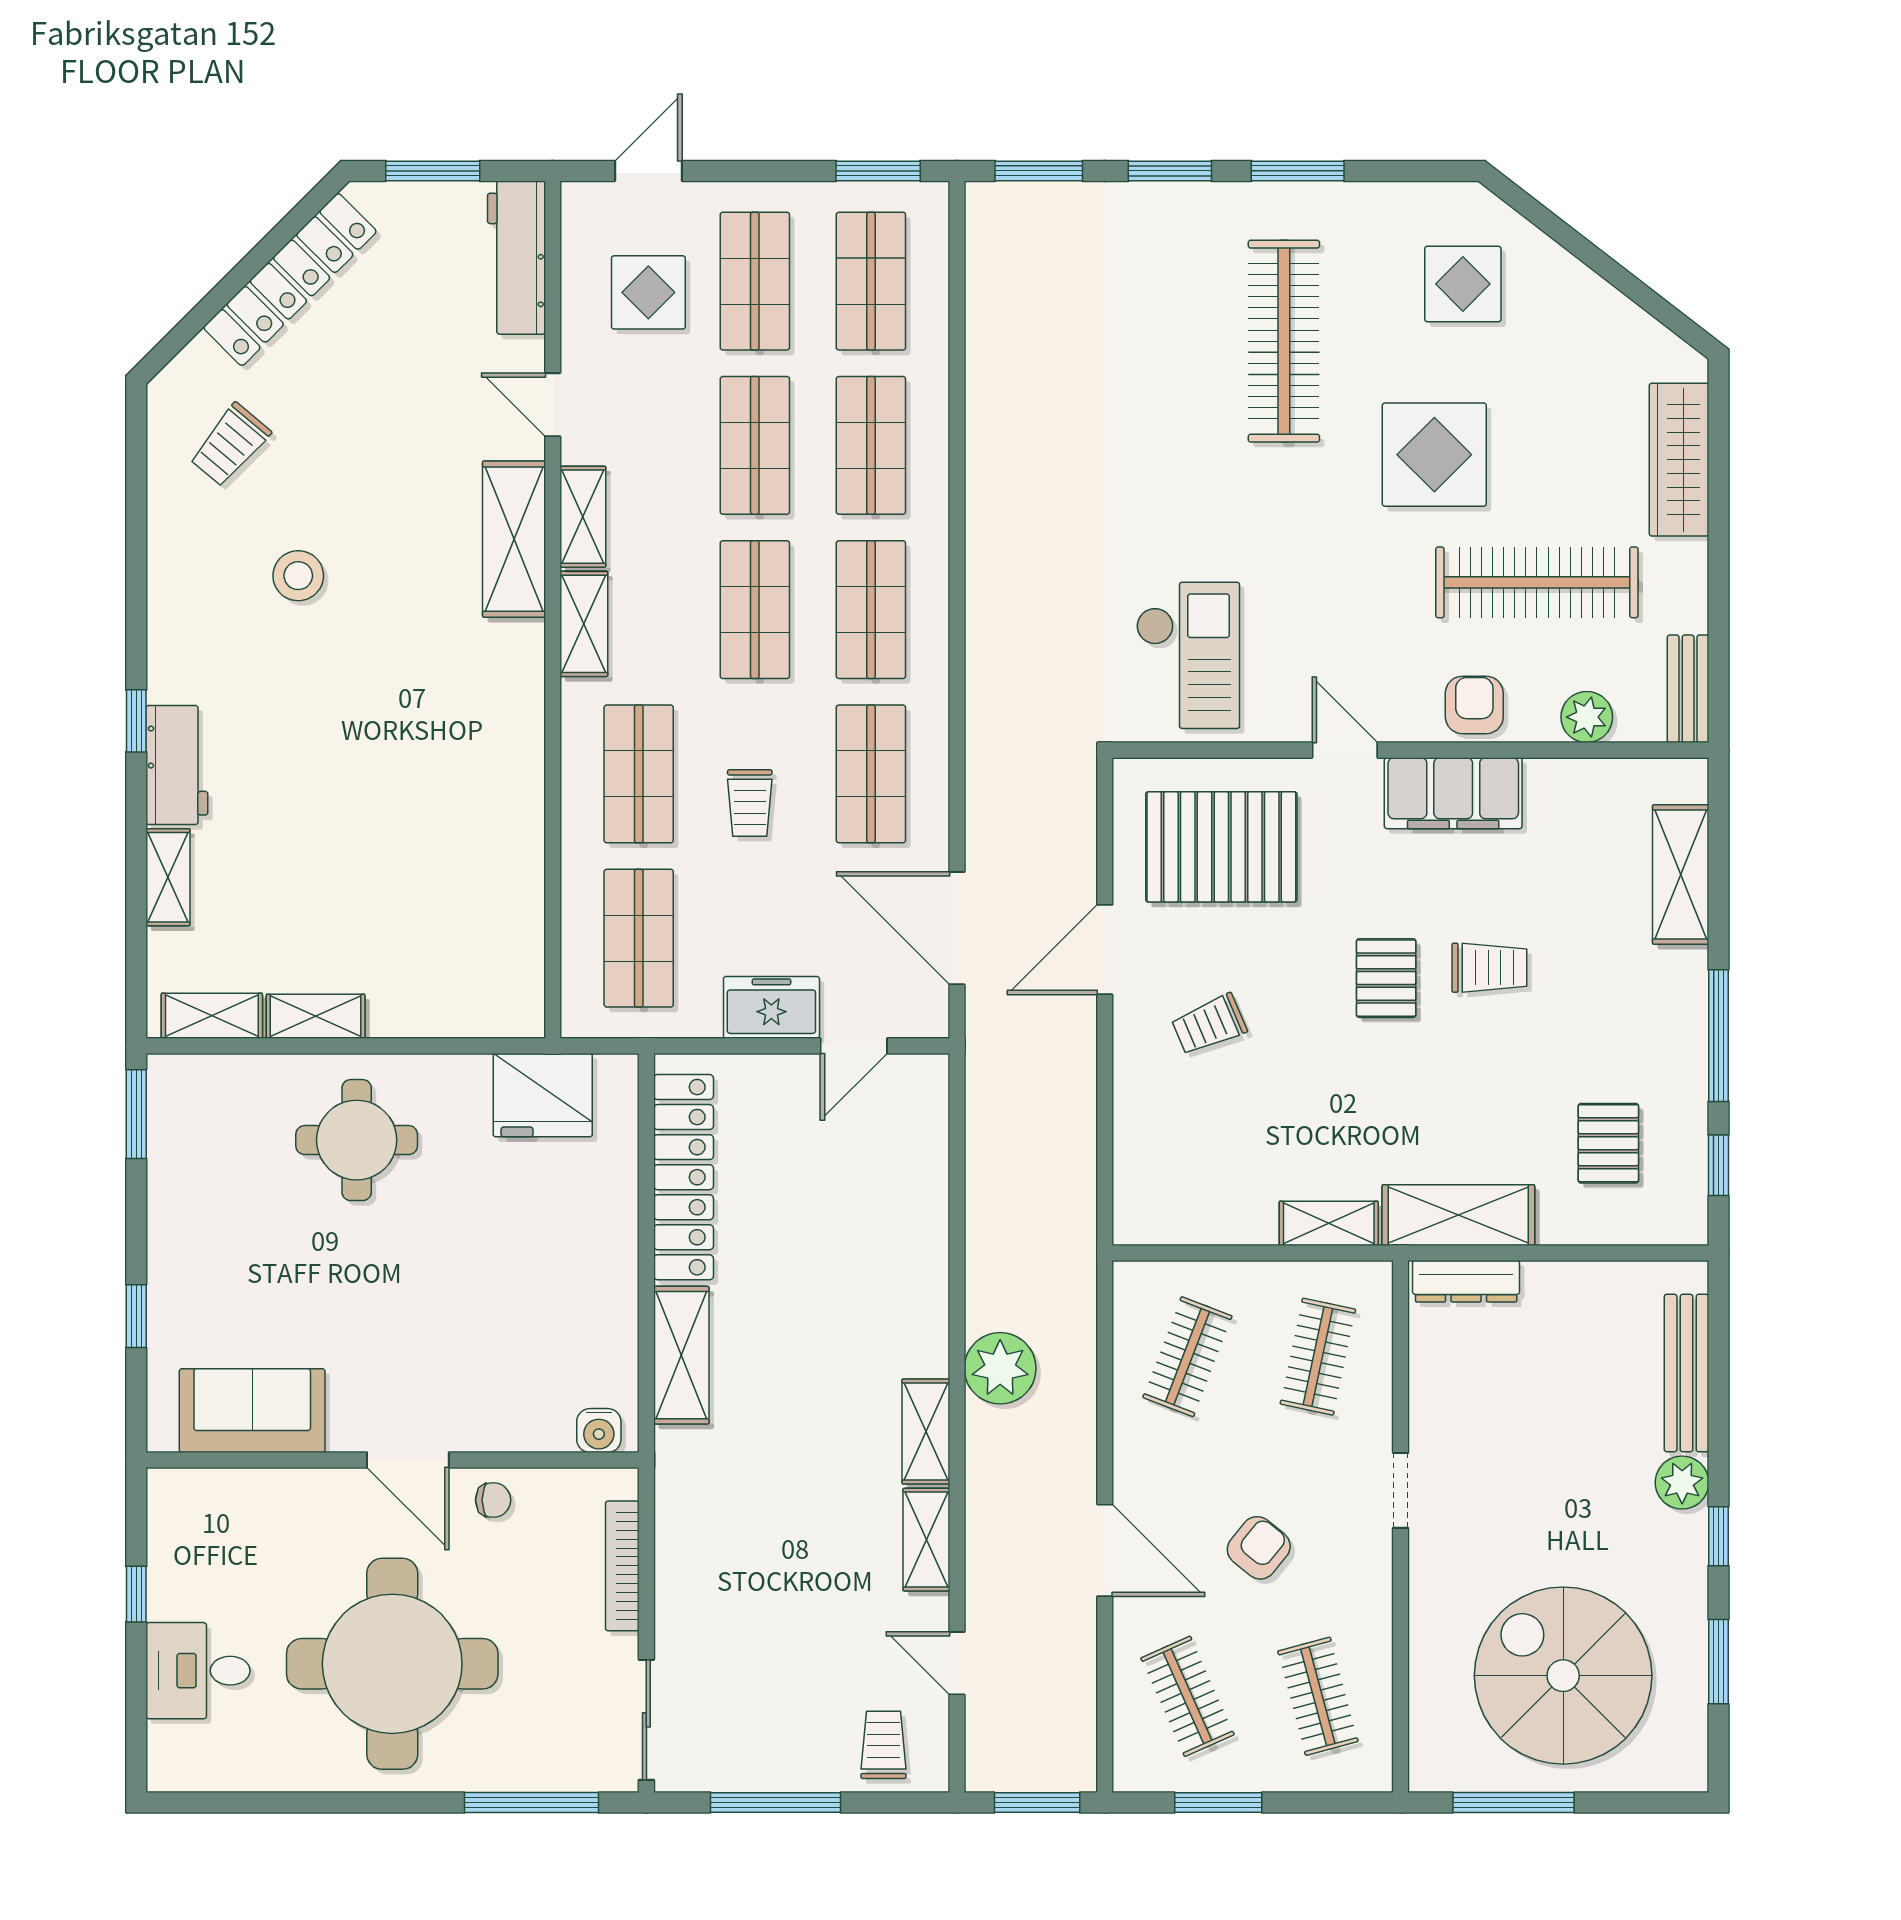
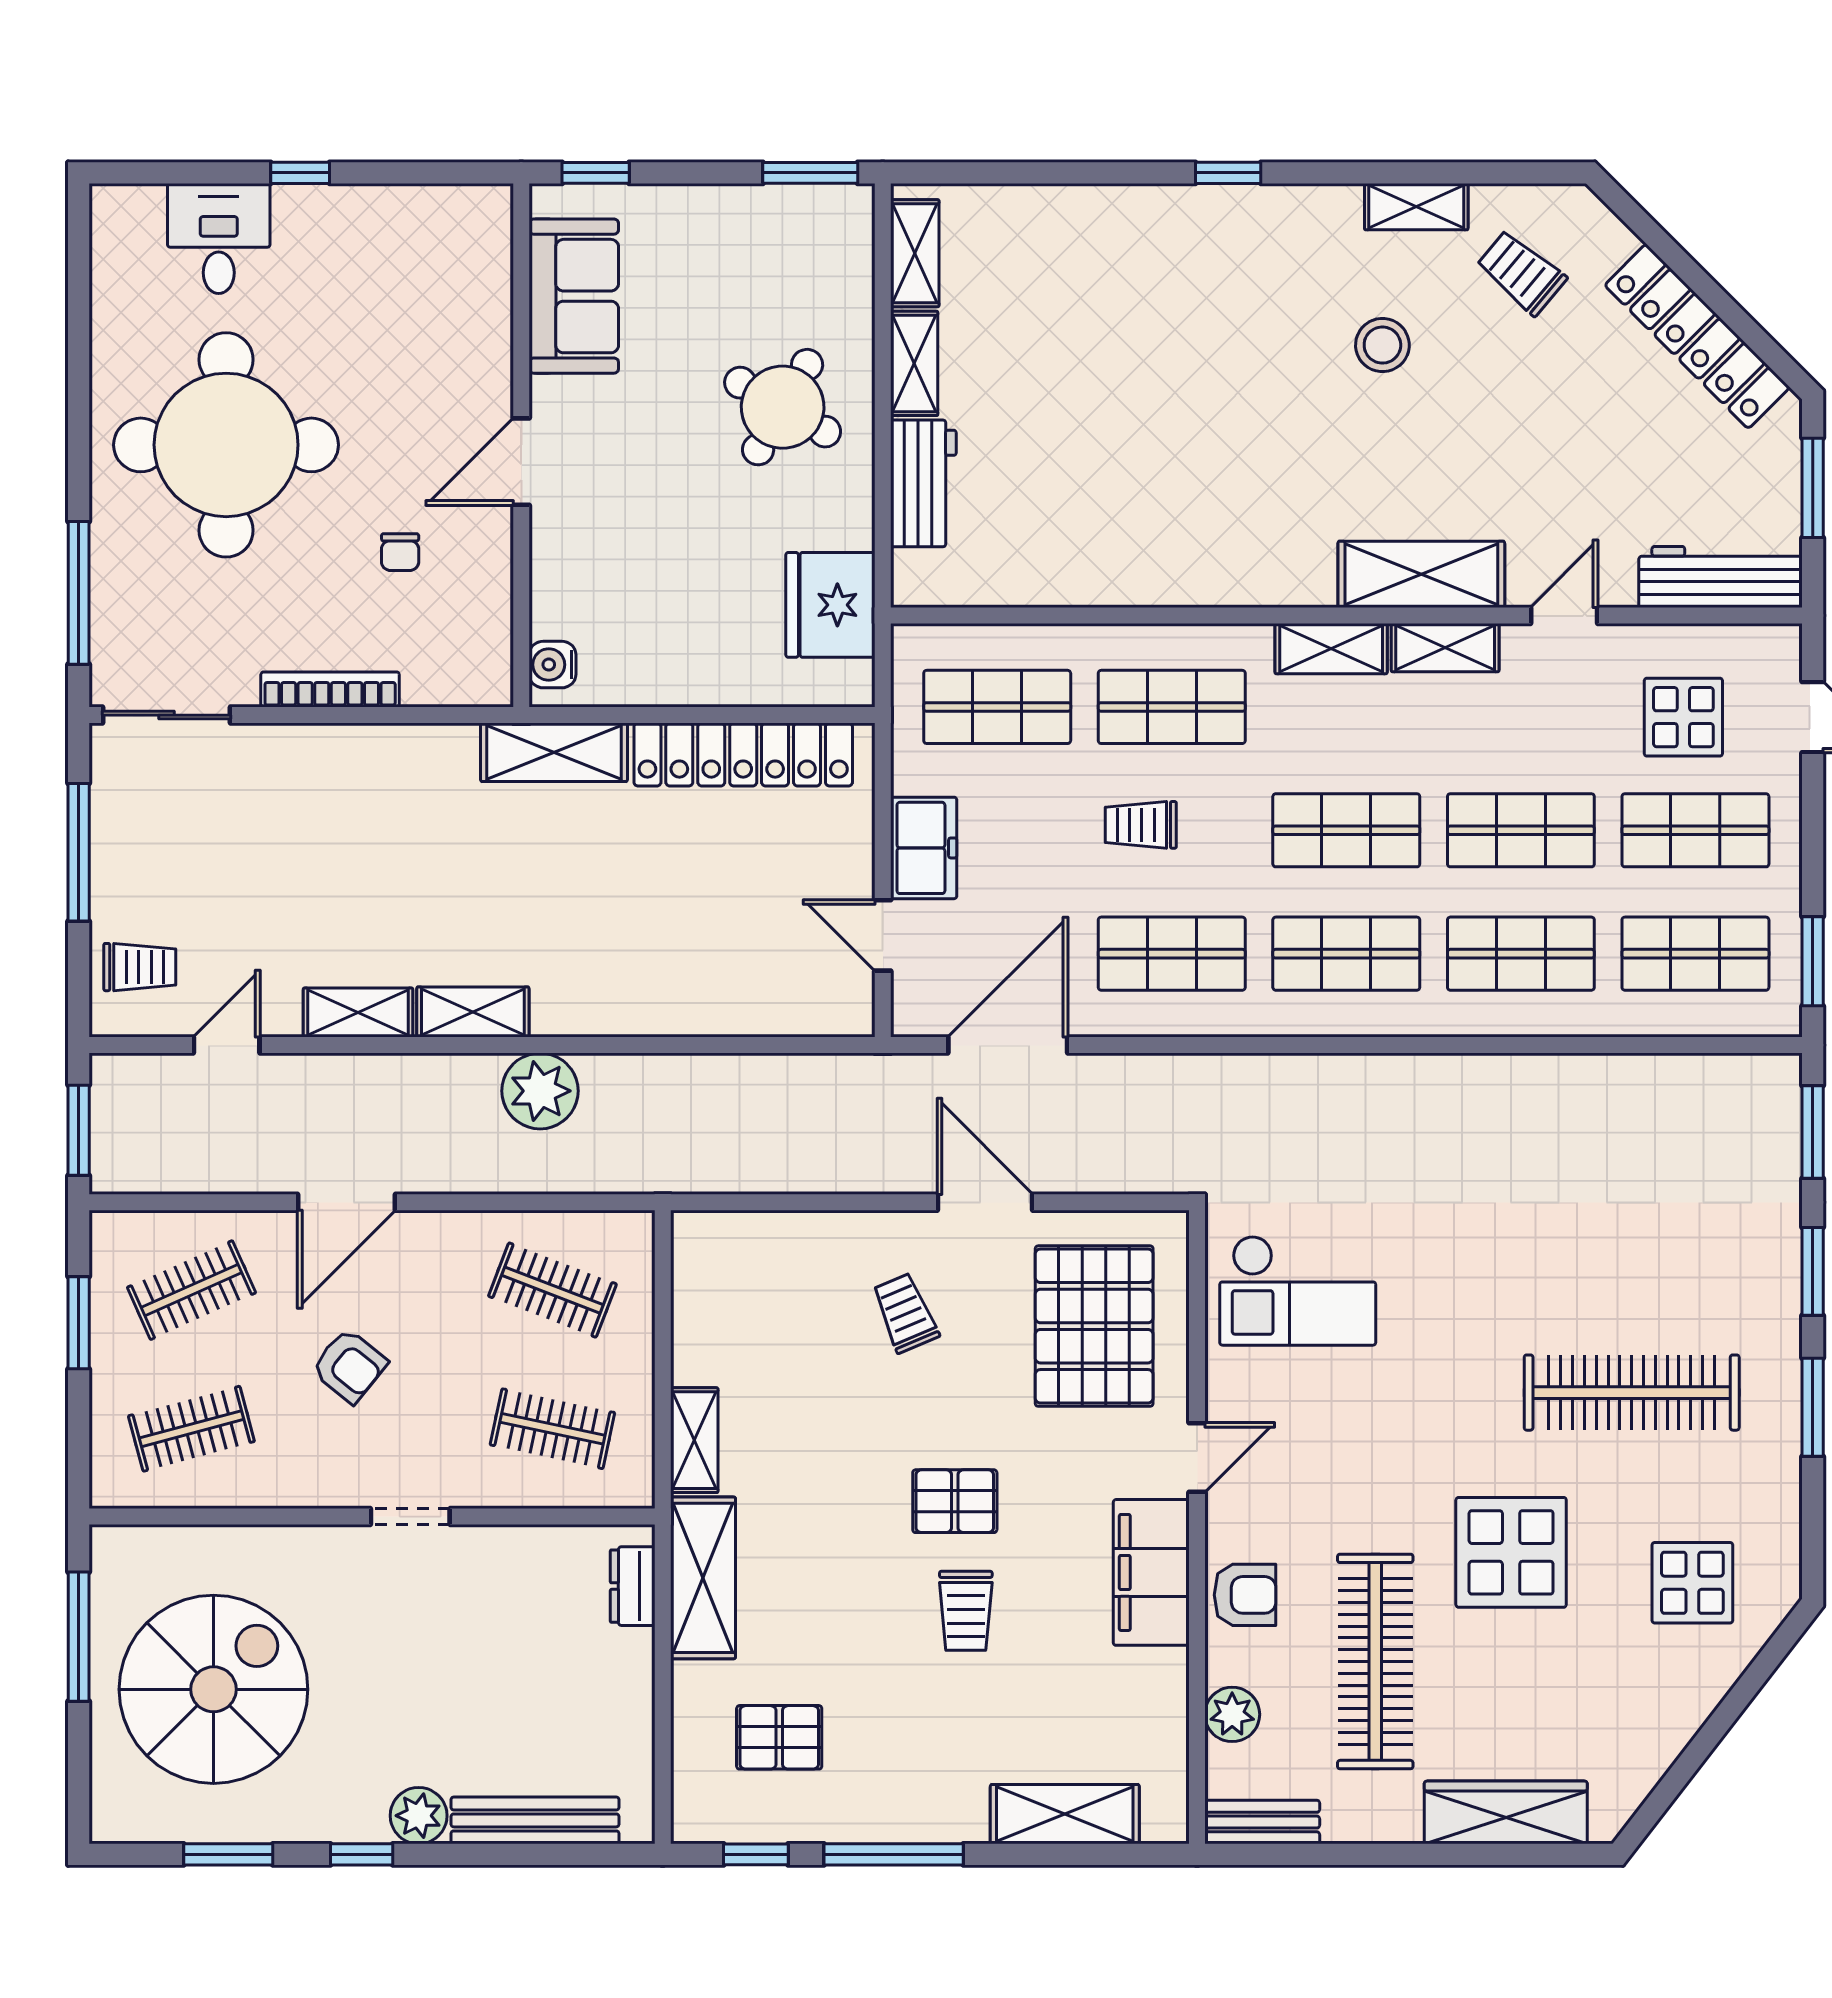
workbench: (177, 765) -> (923, 483), moved, turned -90
shelving: (168, 877) -> (1416, 207), moved
round table: (357, 1140) -> (783, 407), turned 30
dresser: (1466, 1281) -> (633, 1586), width x0.70
sofa: (252, 1411) -> (574, 296), moved
water cooler: (599, 1431) -> (553, 665), moved
wall: (393, 1460) -> (521, 445), moved
door: (408, 1460) -> (521, 462), moved

